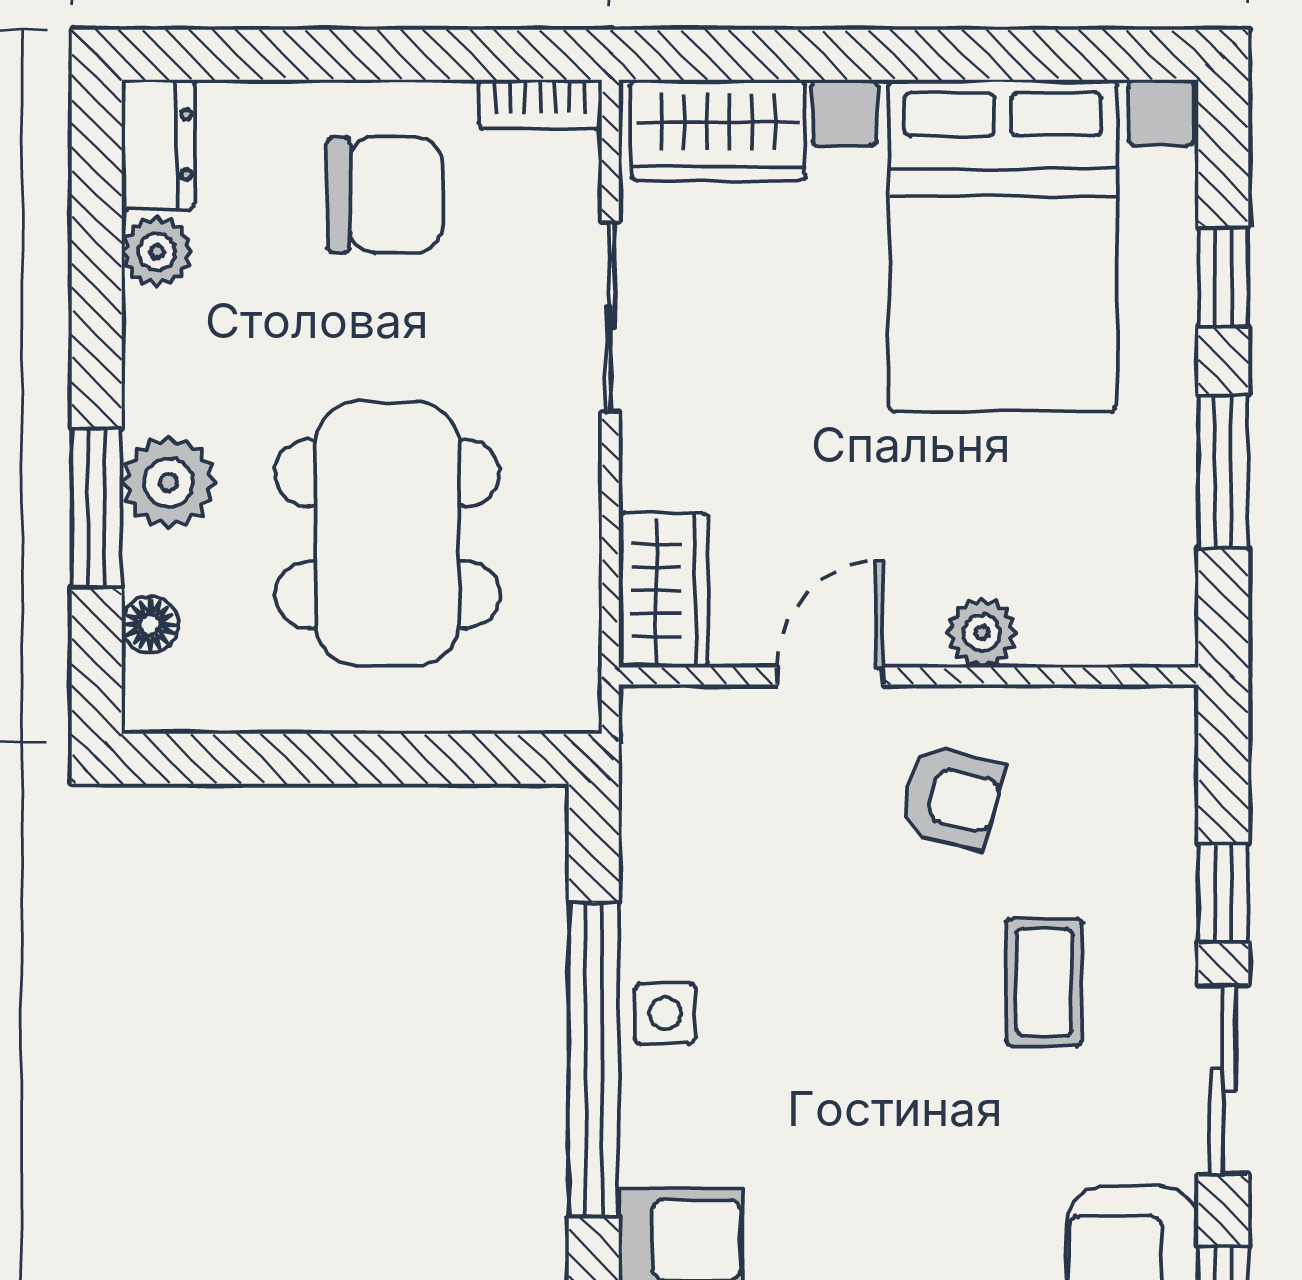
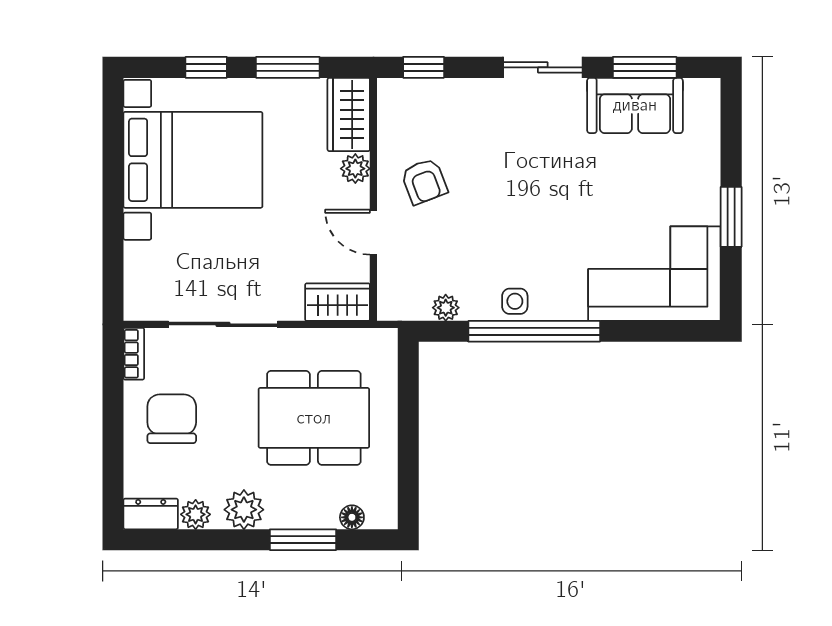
wardrobe: (718, 130) -> (349, 114), moved, turned 180
sliding door: (610, 317) -> (223, 324), width x1.37
plant: (169, 483) -> (244, 510), moved
armchair: (951, 797) -> (424, 181), turned 145
plant: (650, 848) -> (446, 308), added
window: (1223, 893) -> (424, 67), moved
coffee table: (1044, 982) -> (502, 142), removed

